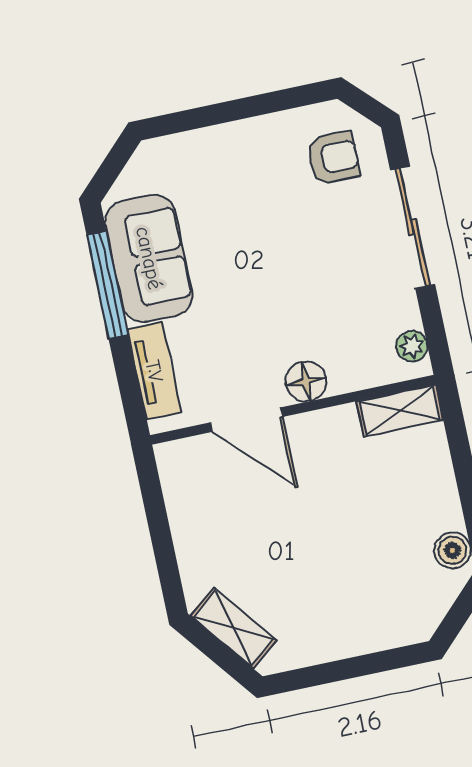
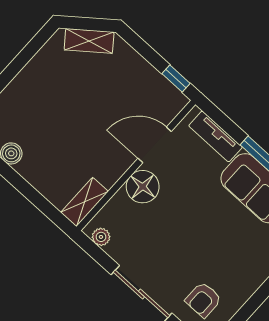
floor lamp: (306, 381) -> (143, 187), width x1.38, depth x1.38
window: (151, 490) -> (176, 79), added

